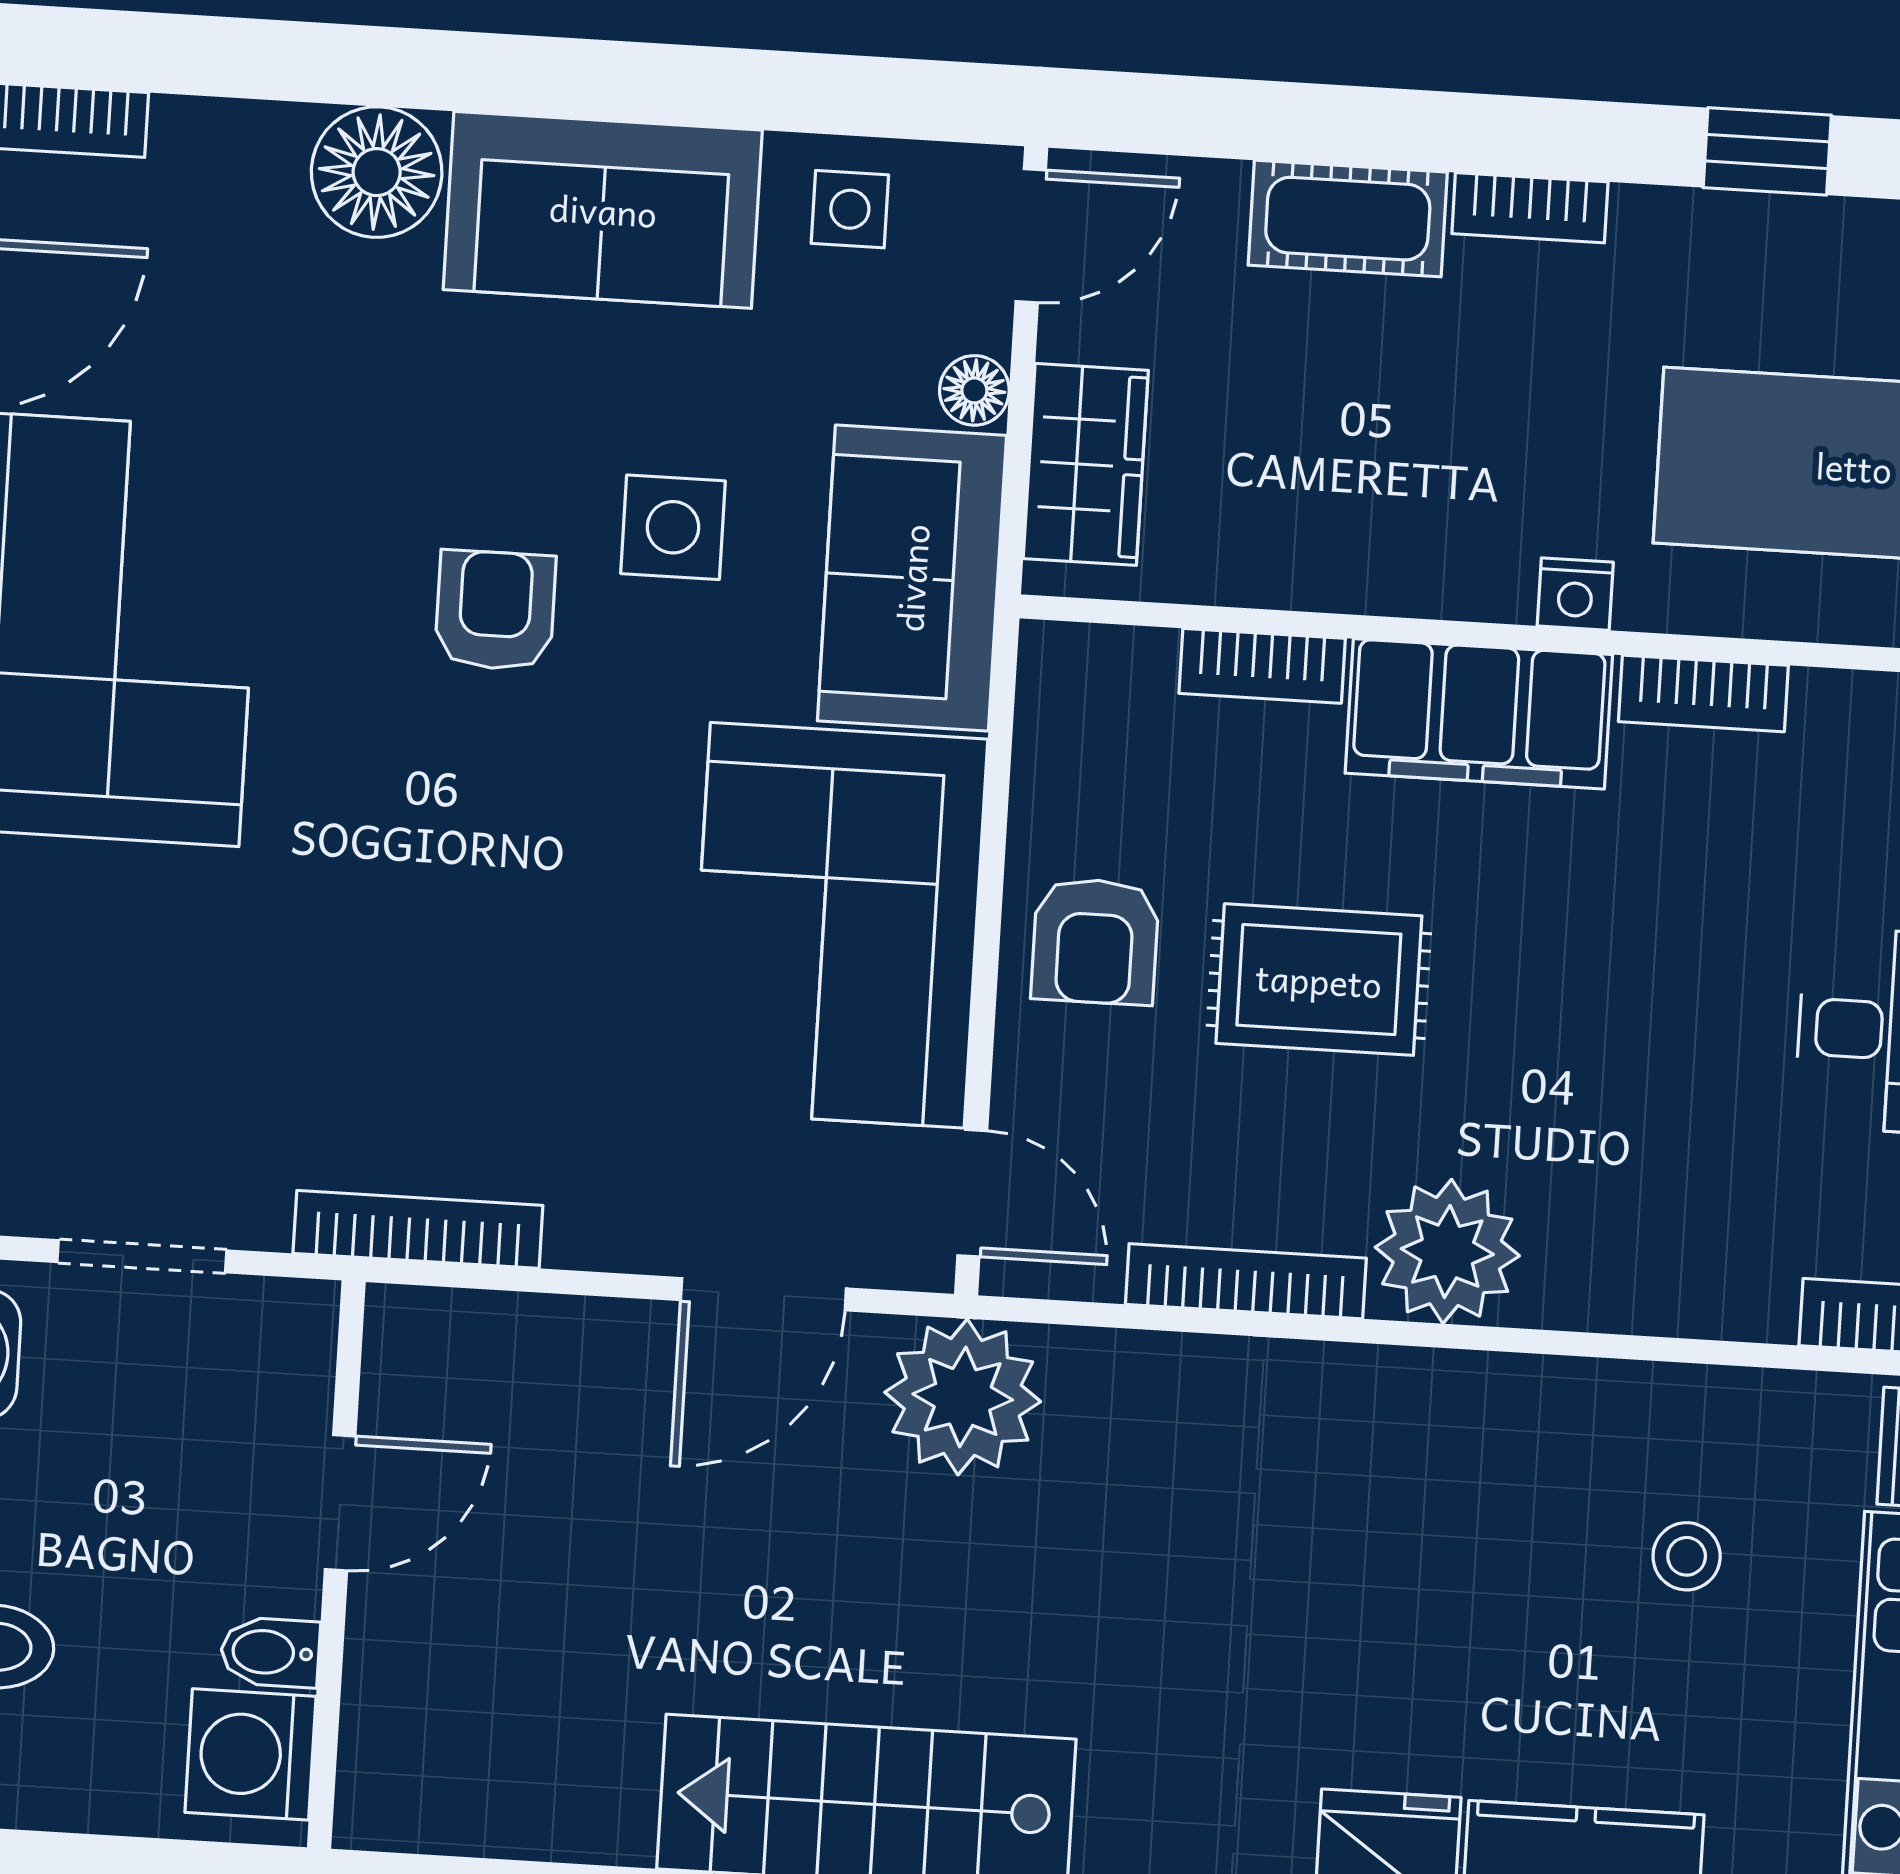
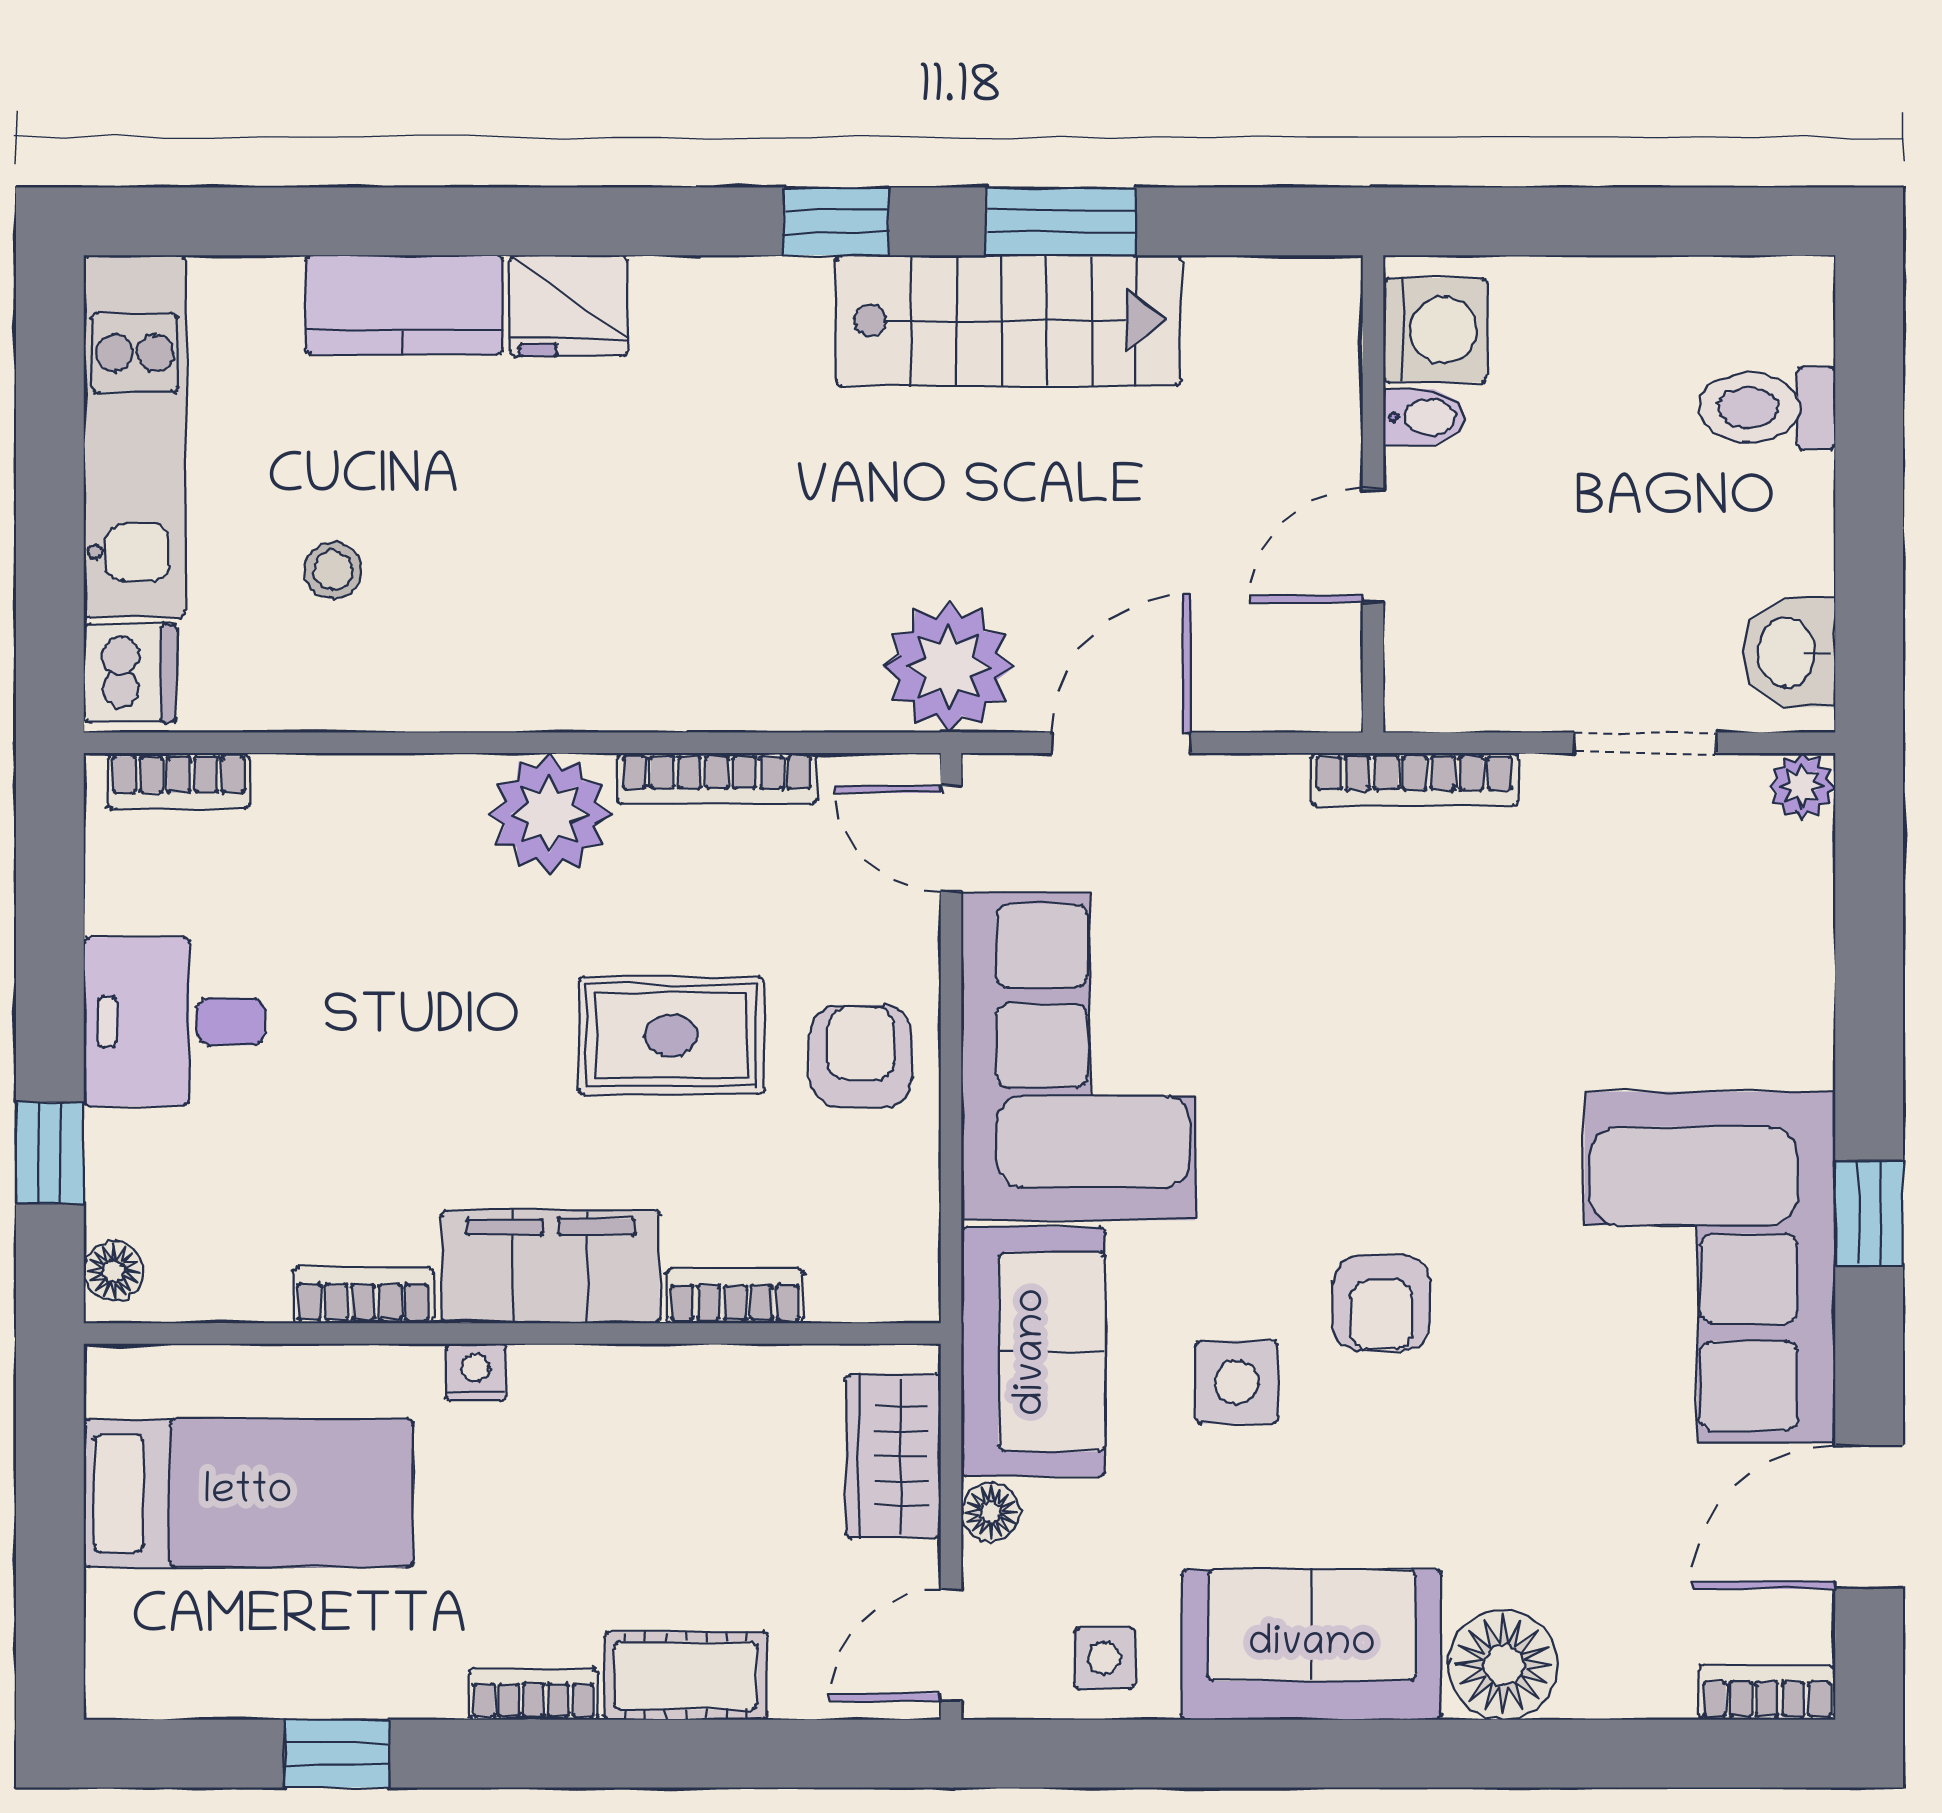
door: (340, 1503) -> (1373, 546), moved
wall: (336, 1565) -> (1373, 494), moved
bidet: (270, 1652) -> (1424, 417), moved
washing machine: (251, 1754) -> (1435, 330), moved

